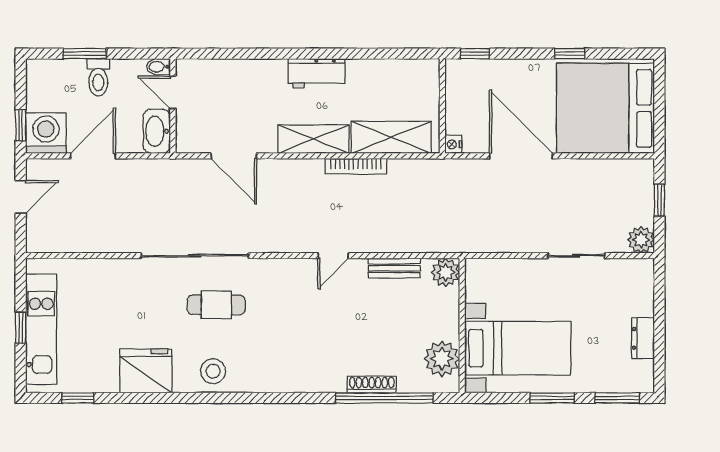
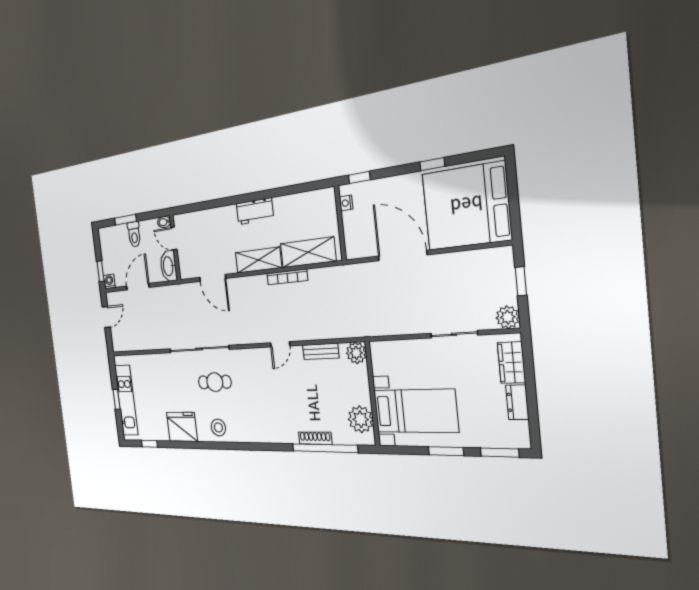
washing machine: (46, 133) -> (109, 281), width x0.53, depth x0.53
nightstand: (453, 144) -> (346, 203), moved
wardrobe: (640, 292) -> (511, 363), added

